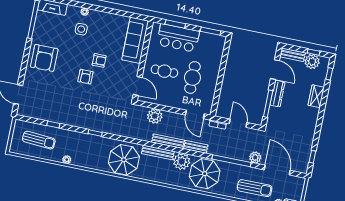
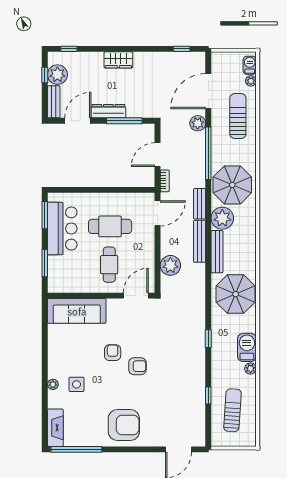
bar counter: (178, 38) -> (62, 229), moved
wardrobe: (316, 96) -> (118, 60), moved
barbecue: (83, 160) -> (247, 347), added

